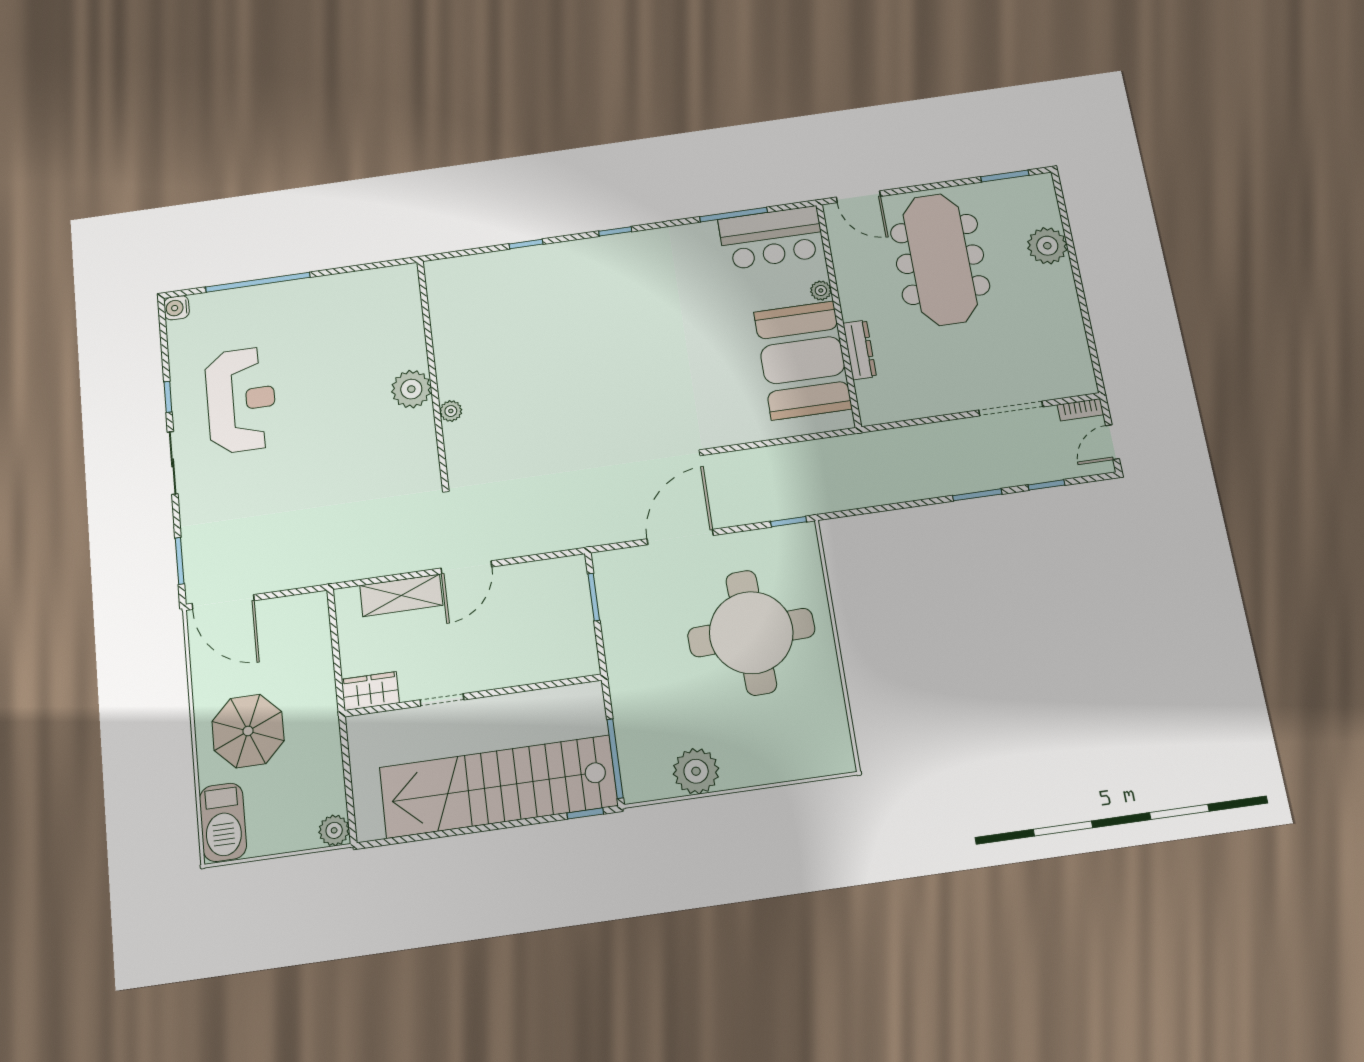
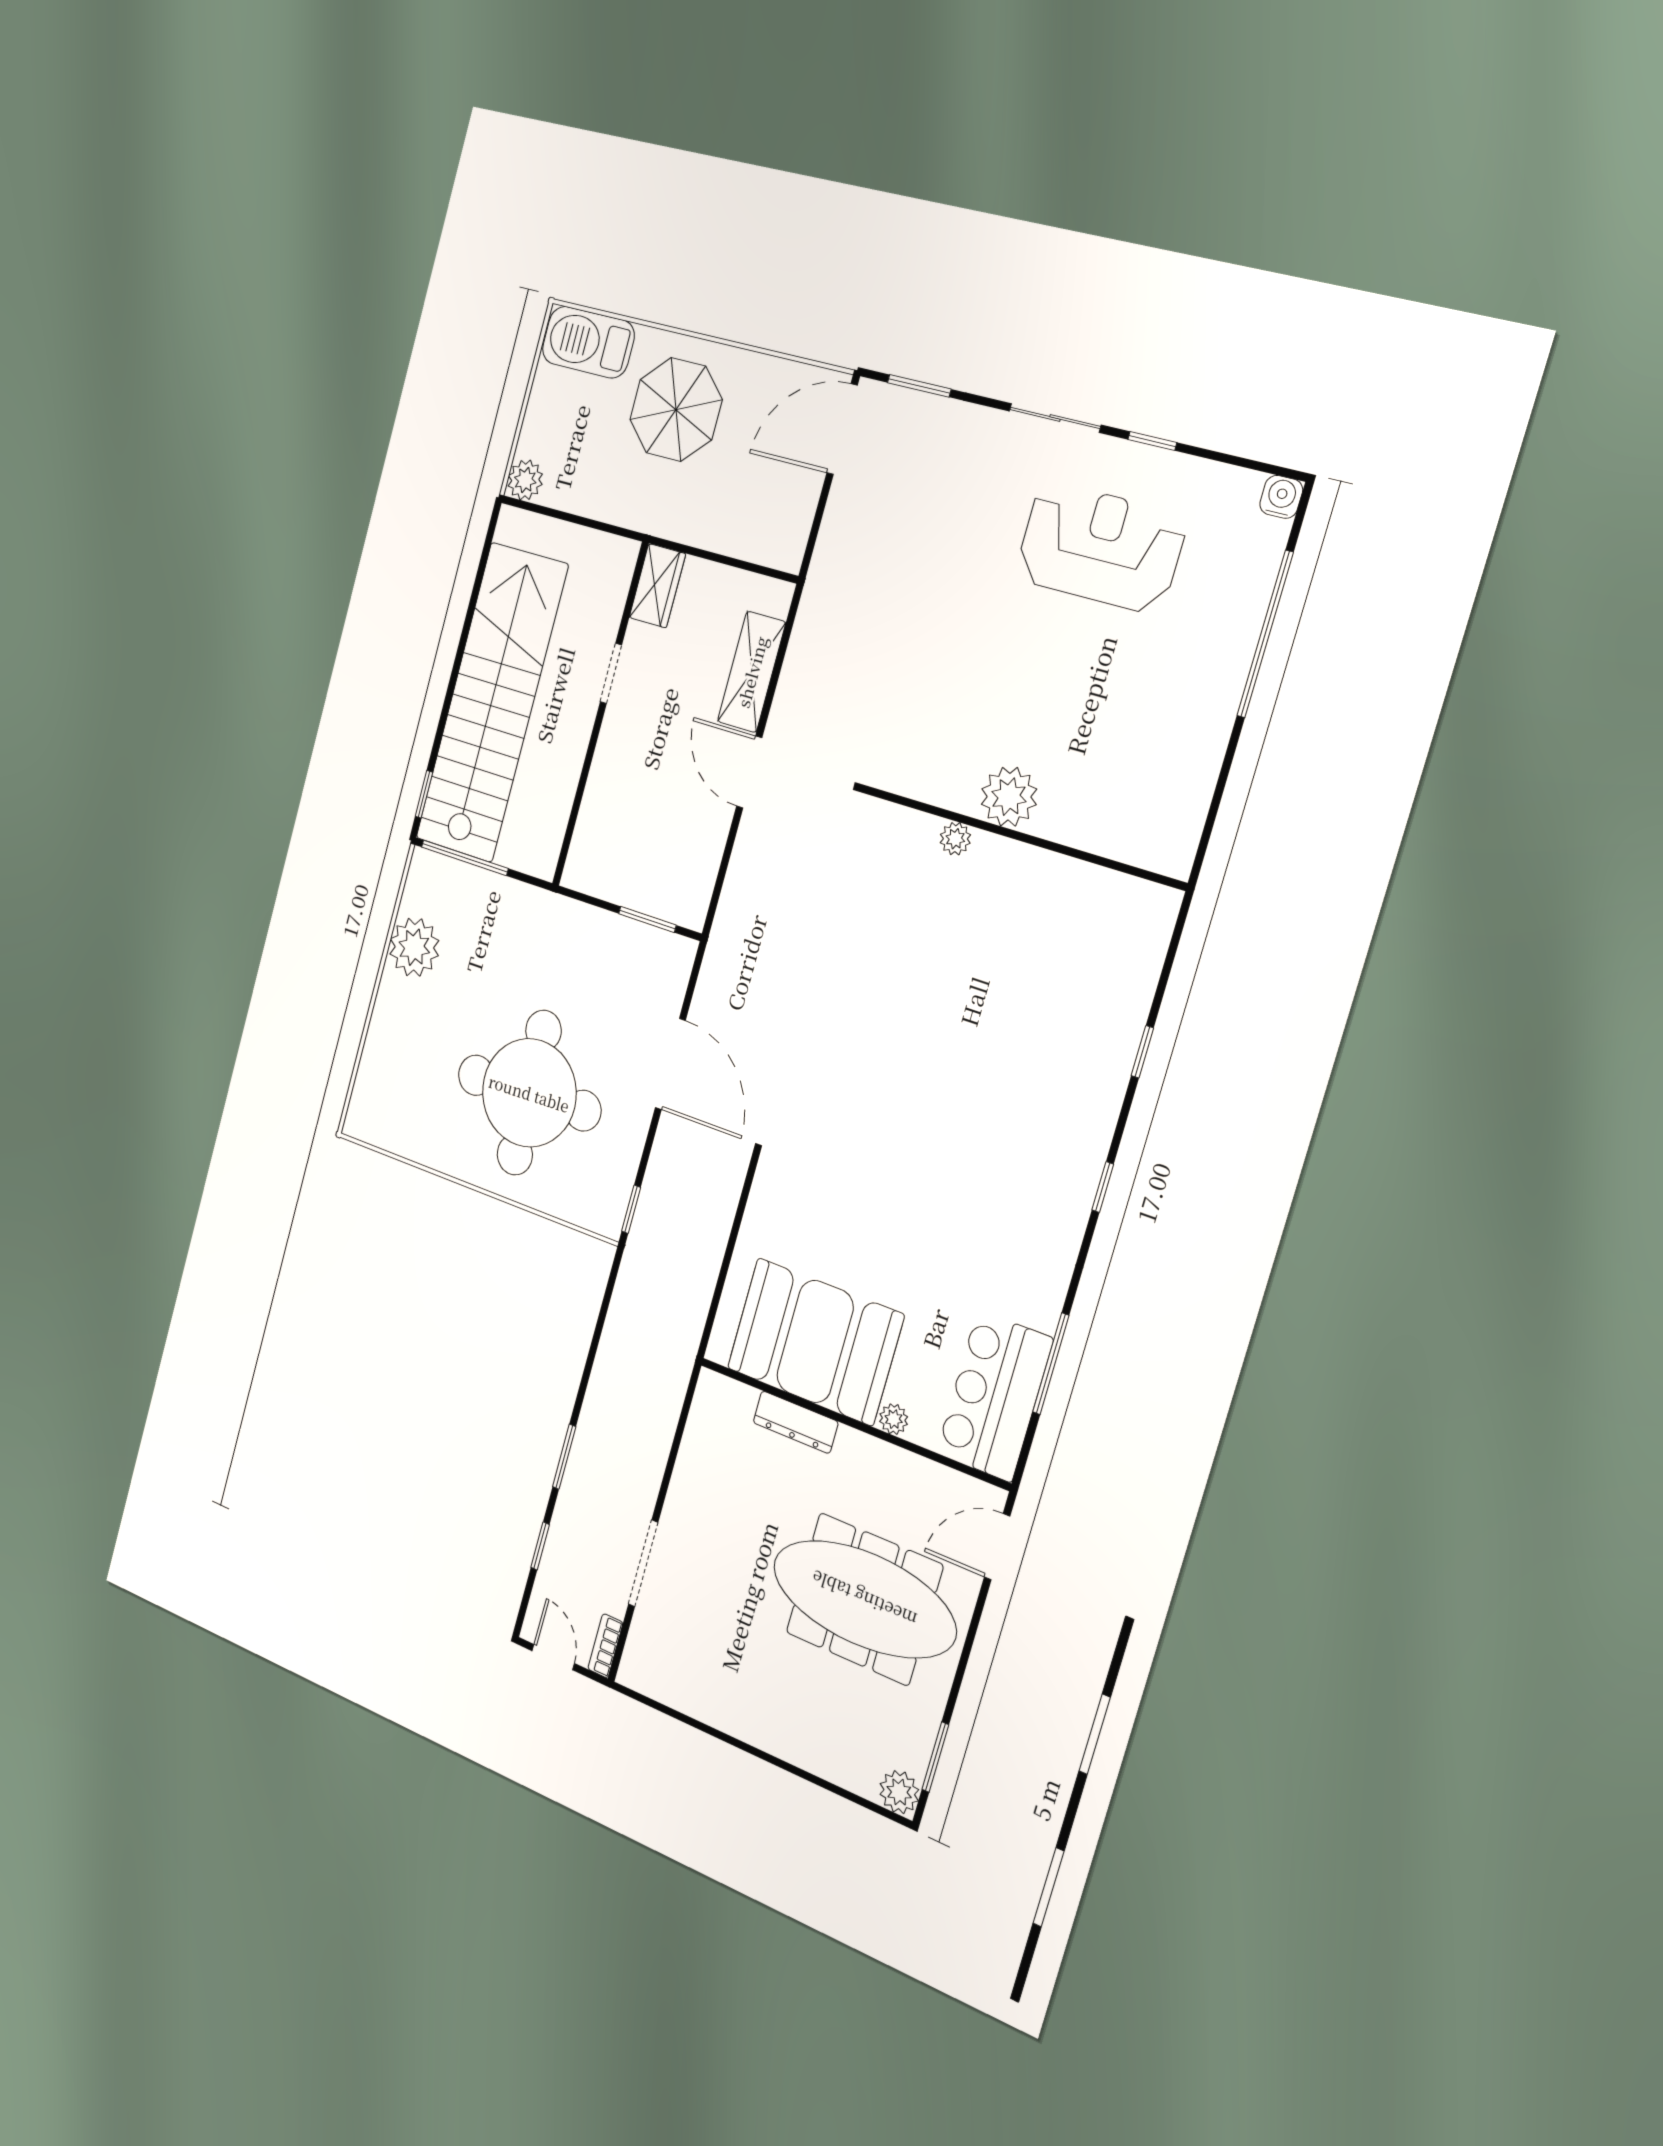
plant: (1047, 246) -> (899, 1792), moved, width x0.73, depth x0.73
reception desk: (241, 400) -> (1100, 547), turned 180

